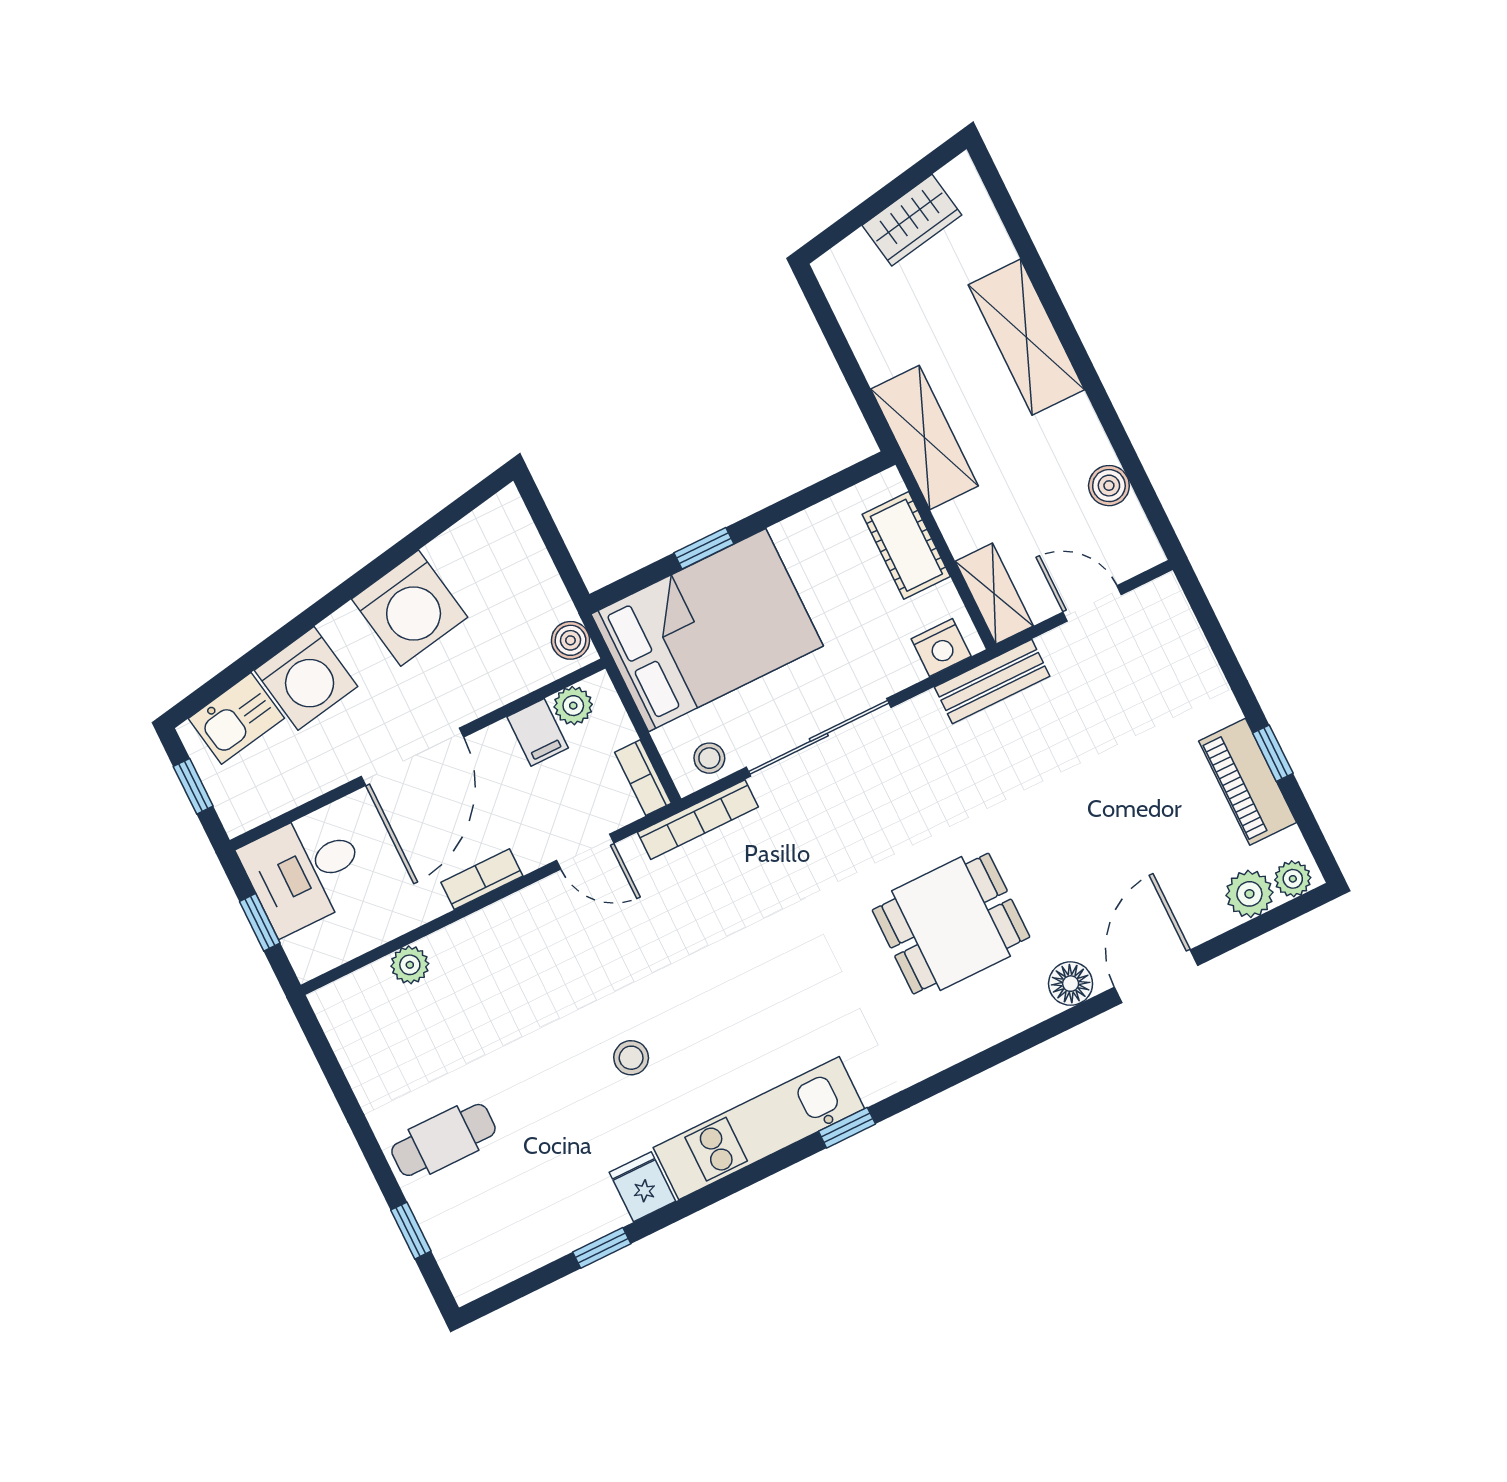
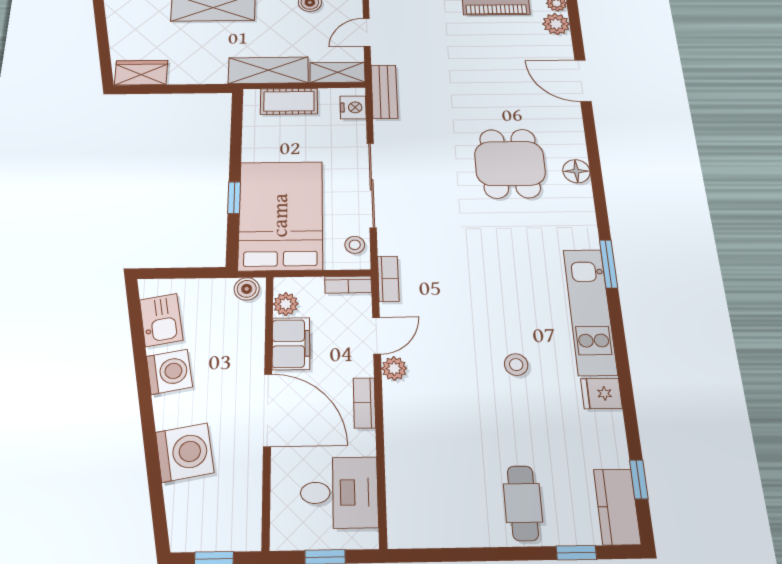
wardrobe: (912, 220) -> (141, 73), moved, turned -80
shelving: (925, 438) -> (268, 70), moved
washing machine: (410, 608) -> (169, 372), width x0.73, depth x0.73
kitchen sink: (236, 718) -> (161, 320), moved
filing cabinet: (538, 732) -> (291, 344), width x2.00
bookcase: (698, 820) -> (388, 279), width x0.64
desk: (305, 871) -> (339, 493), moved, turned -90
plant: (410, 965) -> (394, 368), moved
floor lamp: (1071, 984) -> (576, 171), moved
window: (847, 1128) -> (609, 264), width x1.50
window: (602, 1248) -> (639, 479), moved
kitchen counter: (495, 1261) -> (617, 507), added

